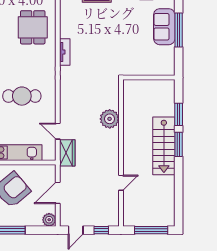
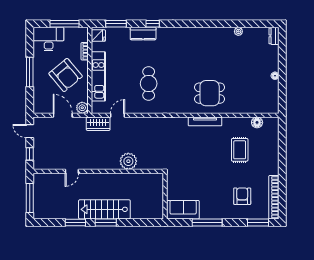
sofa: (164, 27) -> (183, 210), moved
tv unit: (65, 52) -> (205, 121), moved, width x1.41
window: (179, 114) -> (75, 222), moved
door: (121, 183) -> (72, 171), hinge flipped
plant: (49, 220) -> (82, 108), moved

